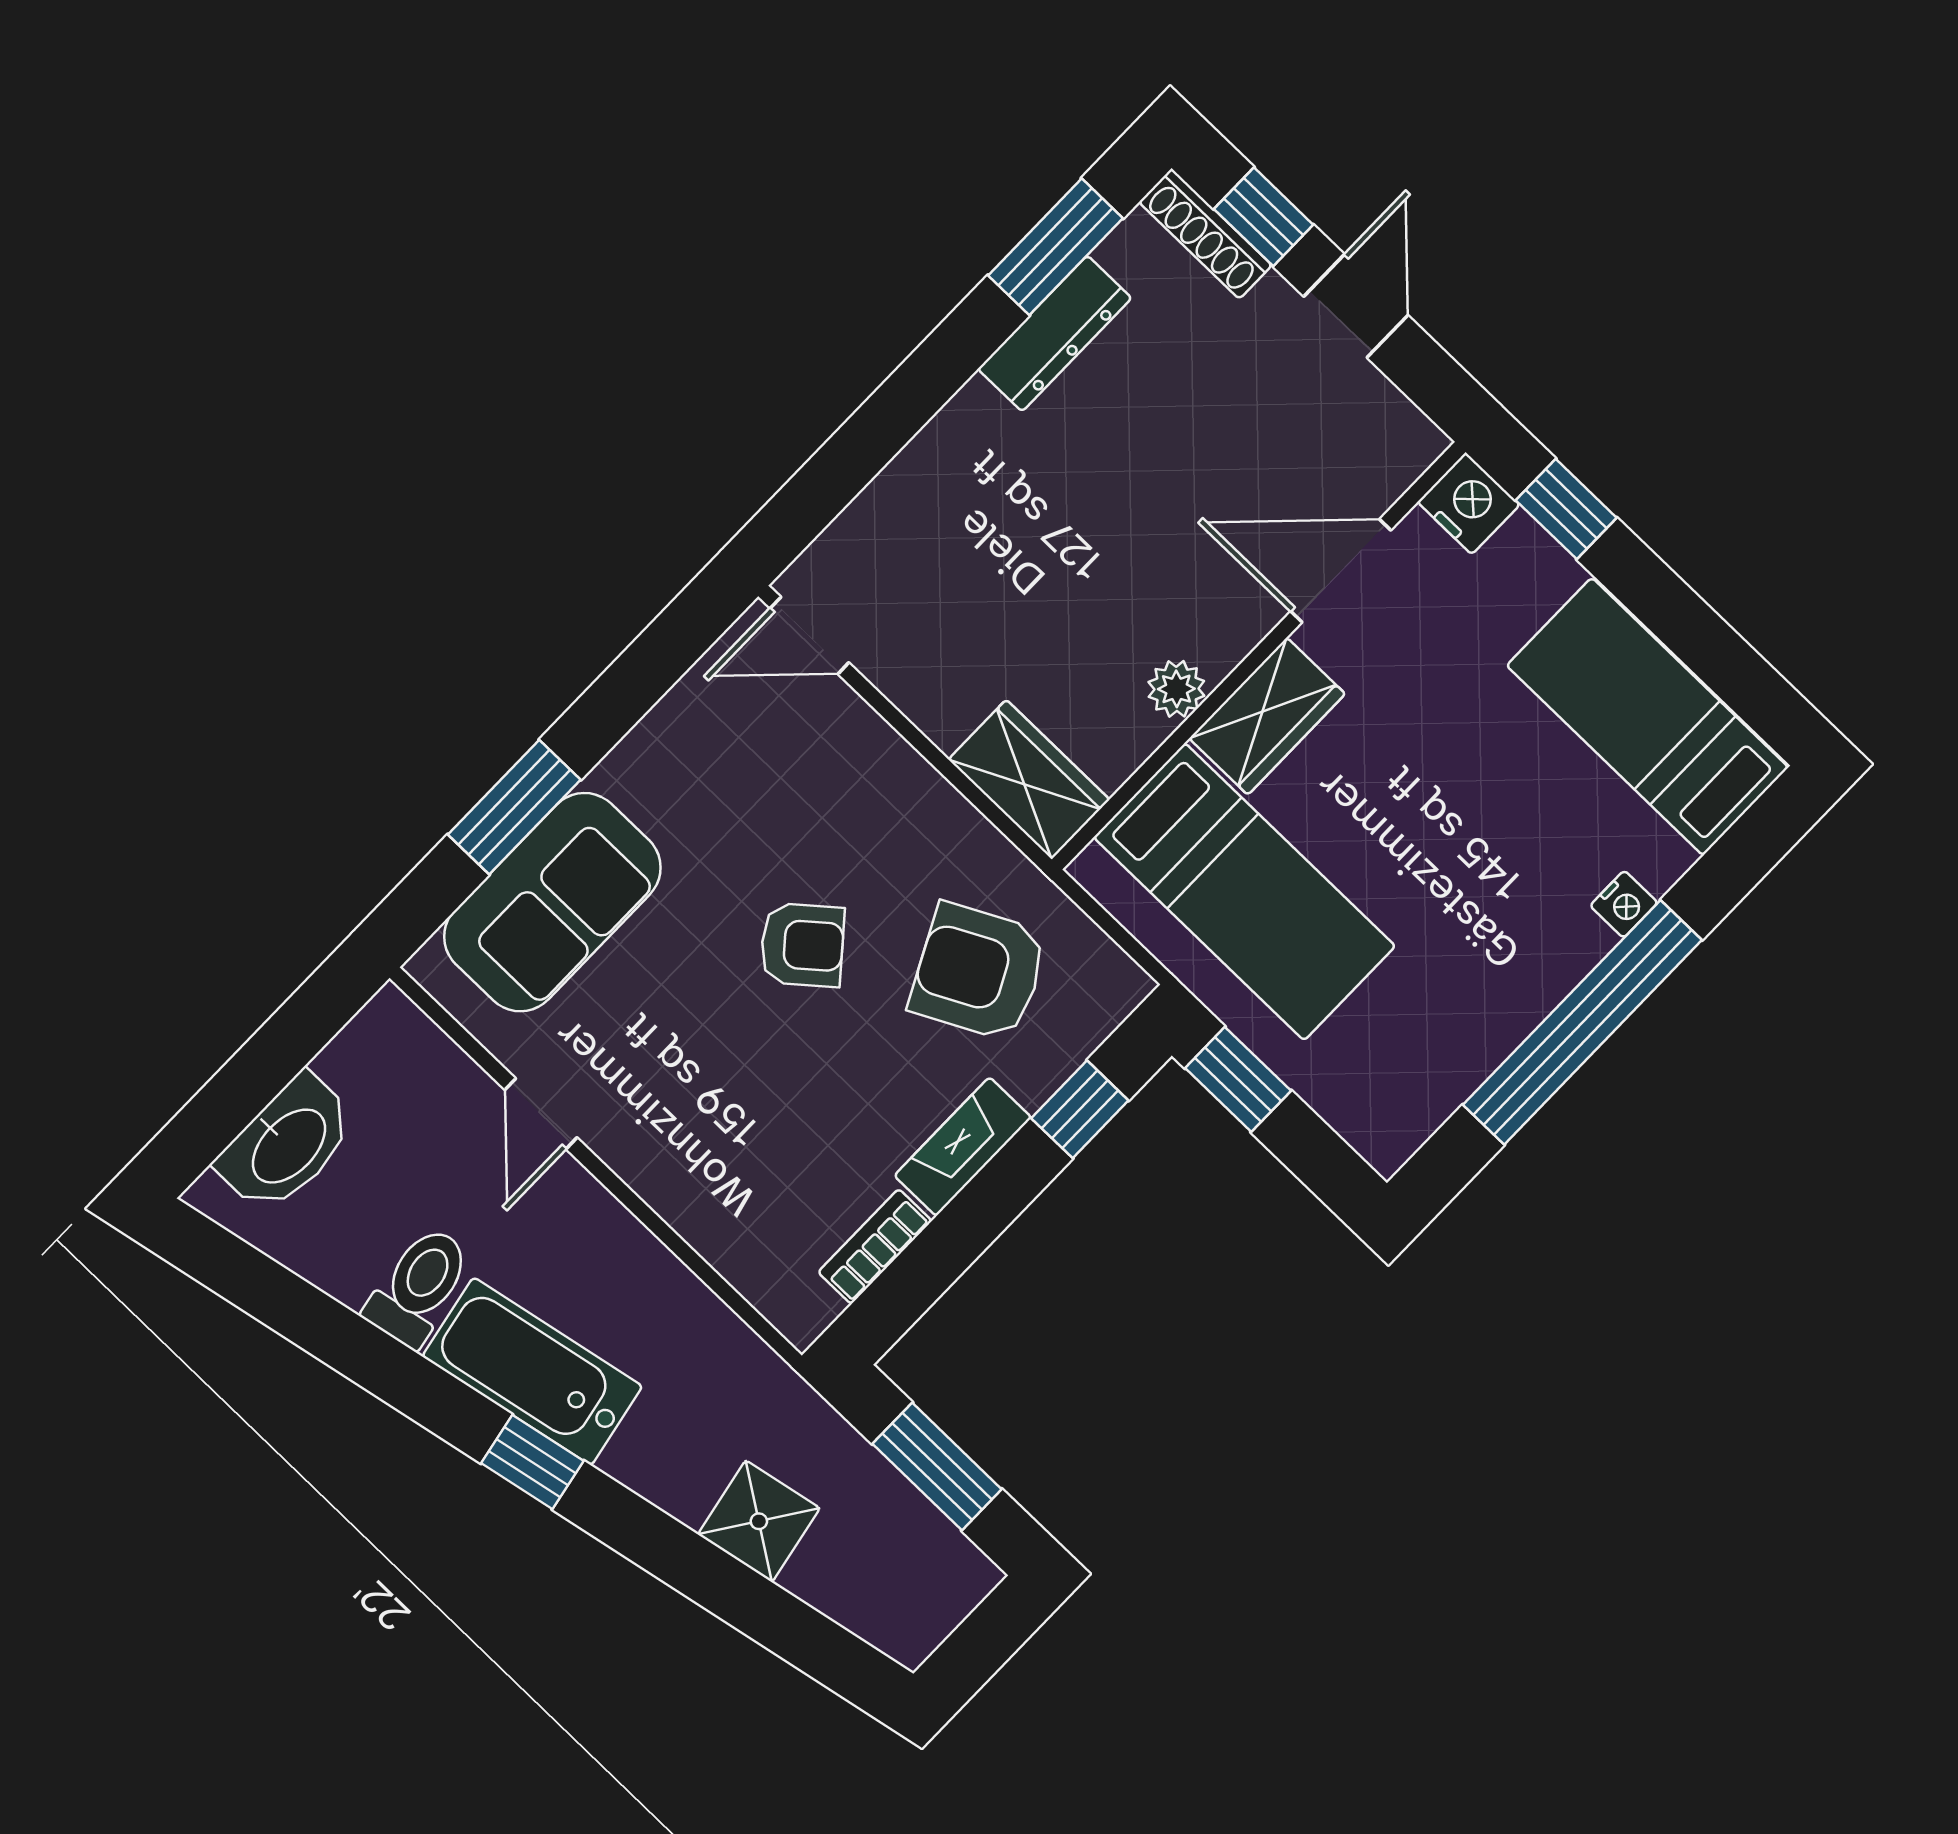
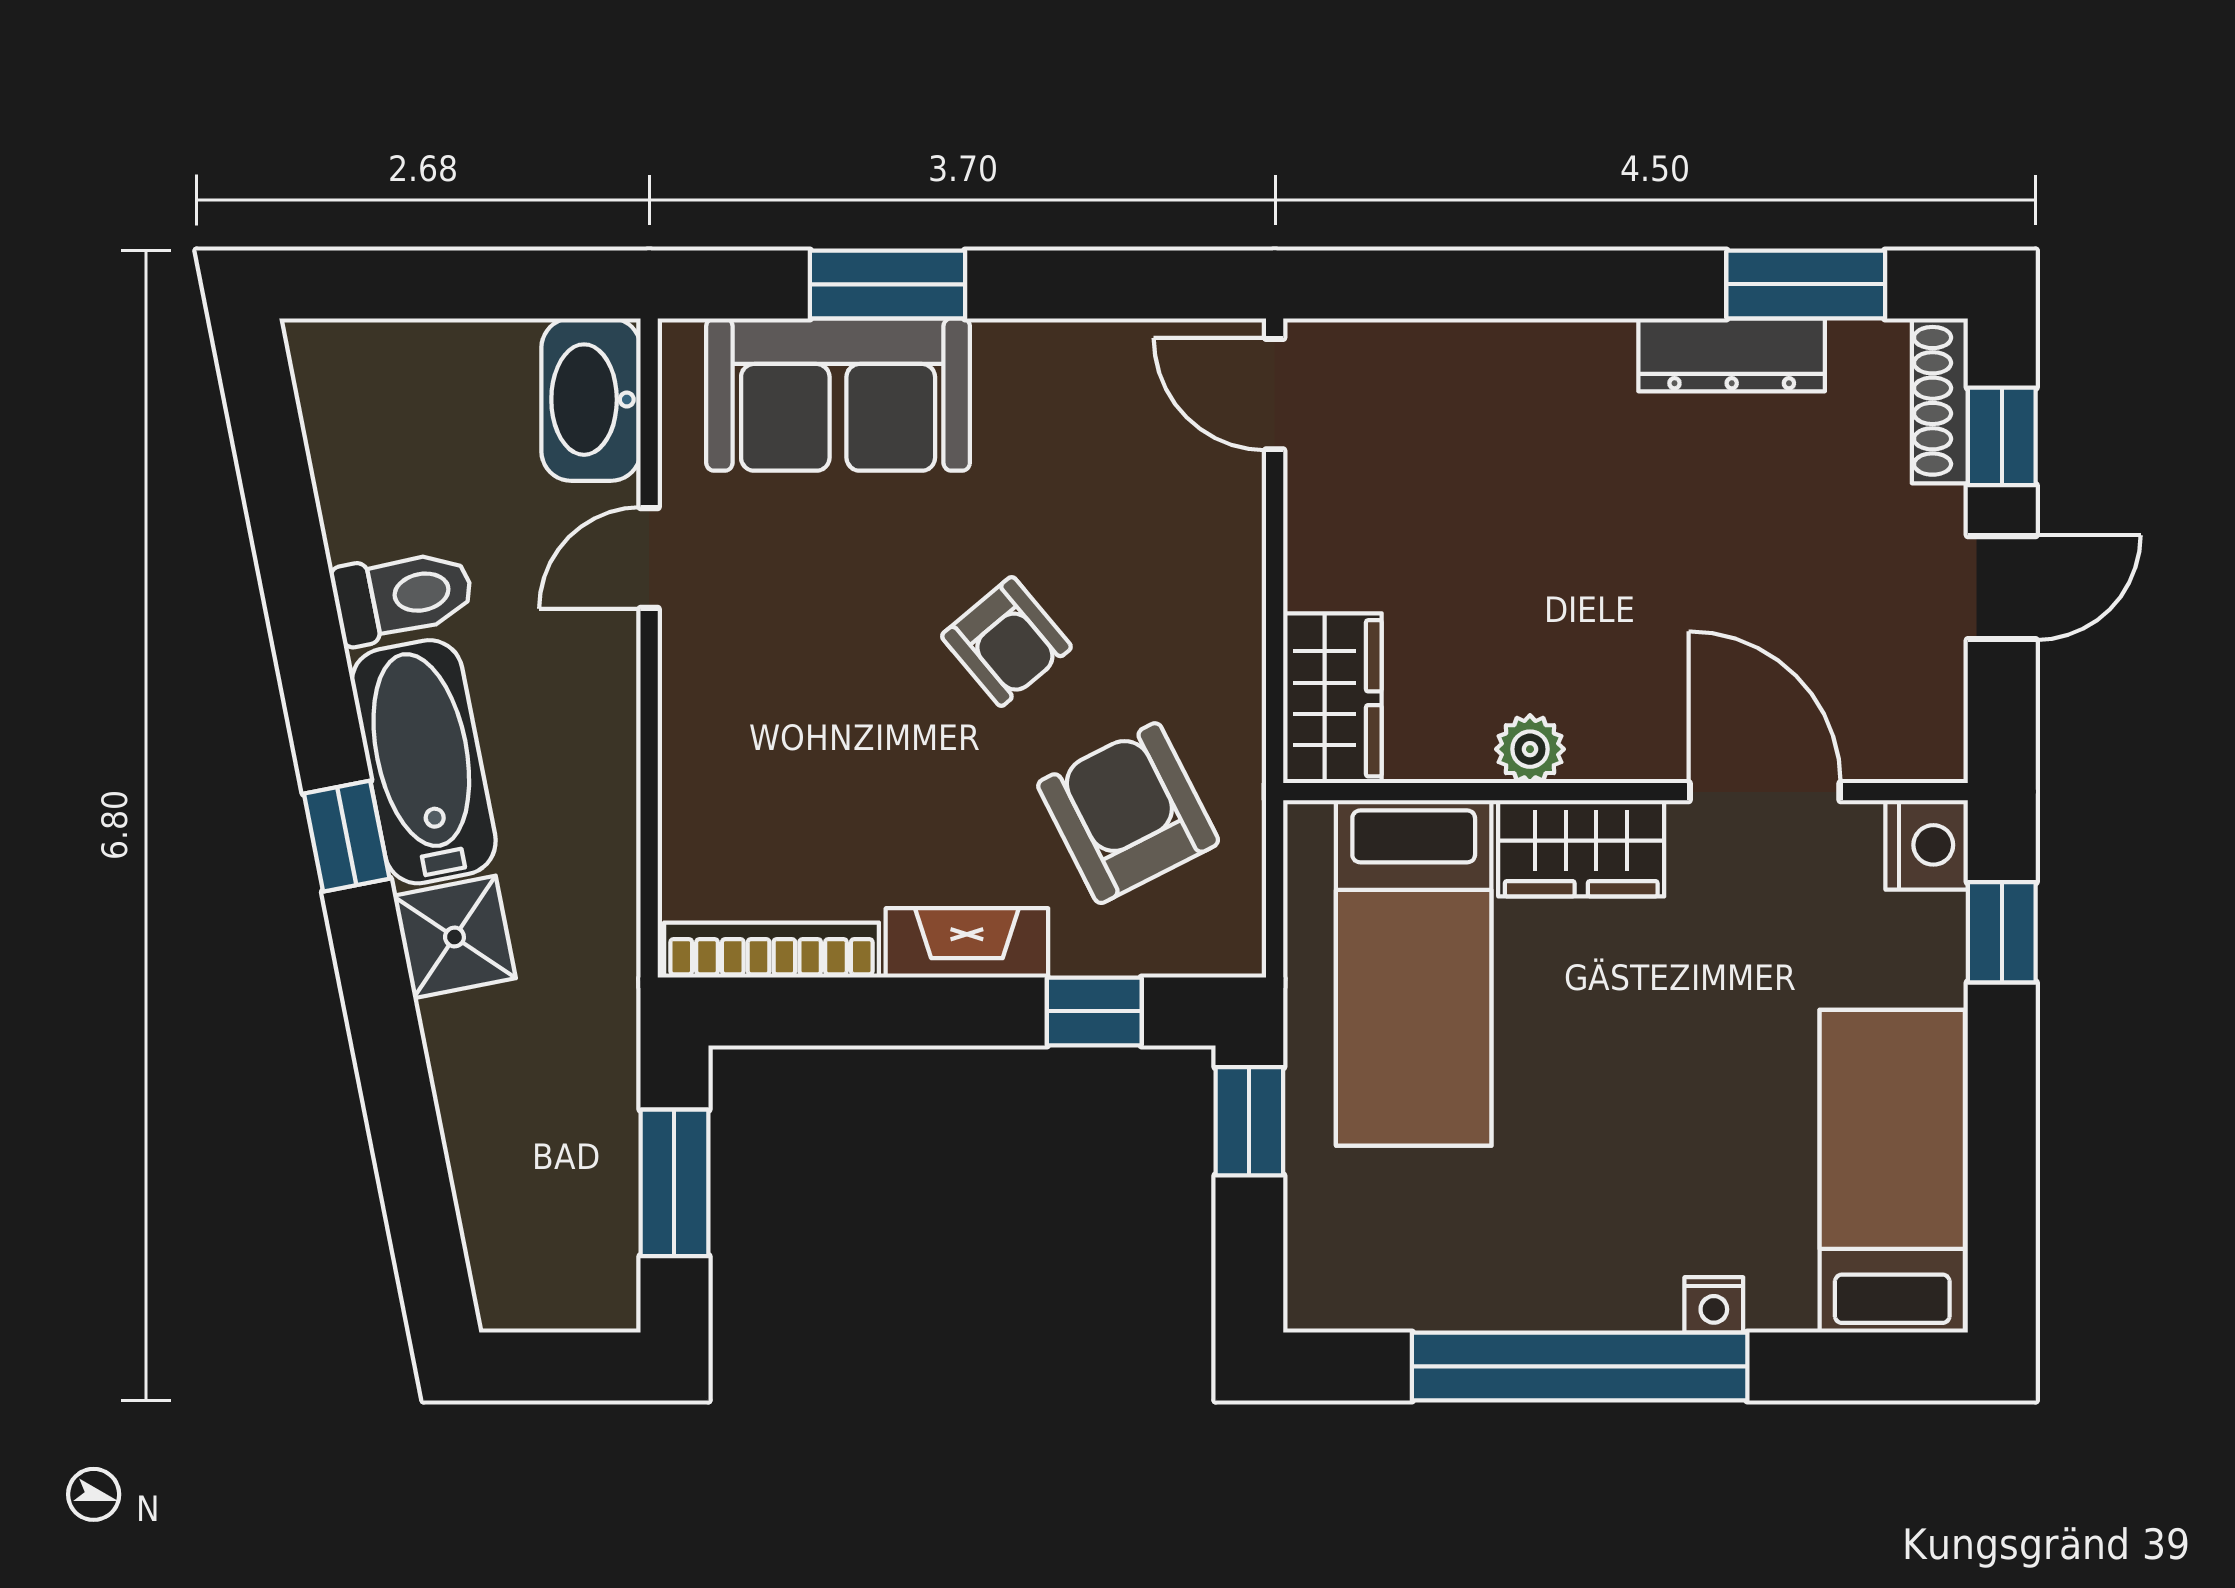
washbasin: (287, 1144) -> (591, 400), moved, turned 90
bookcase: (875, 1247) -> (771, 950), width x1.56
shower: (759, 1521) -> (454, 937), moved

